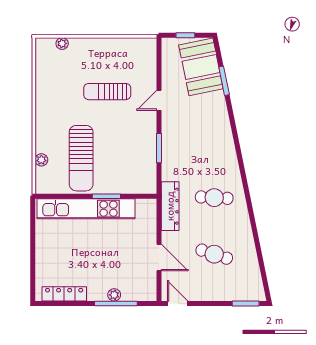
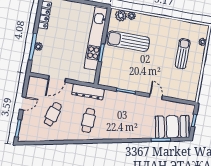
sun lounger: (107, 92) -> (183, 54), moved
plant: (44, 176) -> (121, 16), added
door: (178, 304) -> (23, 103), moved

